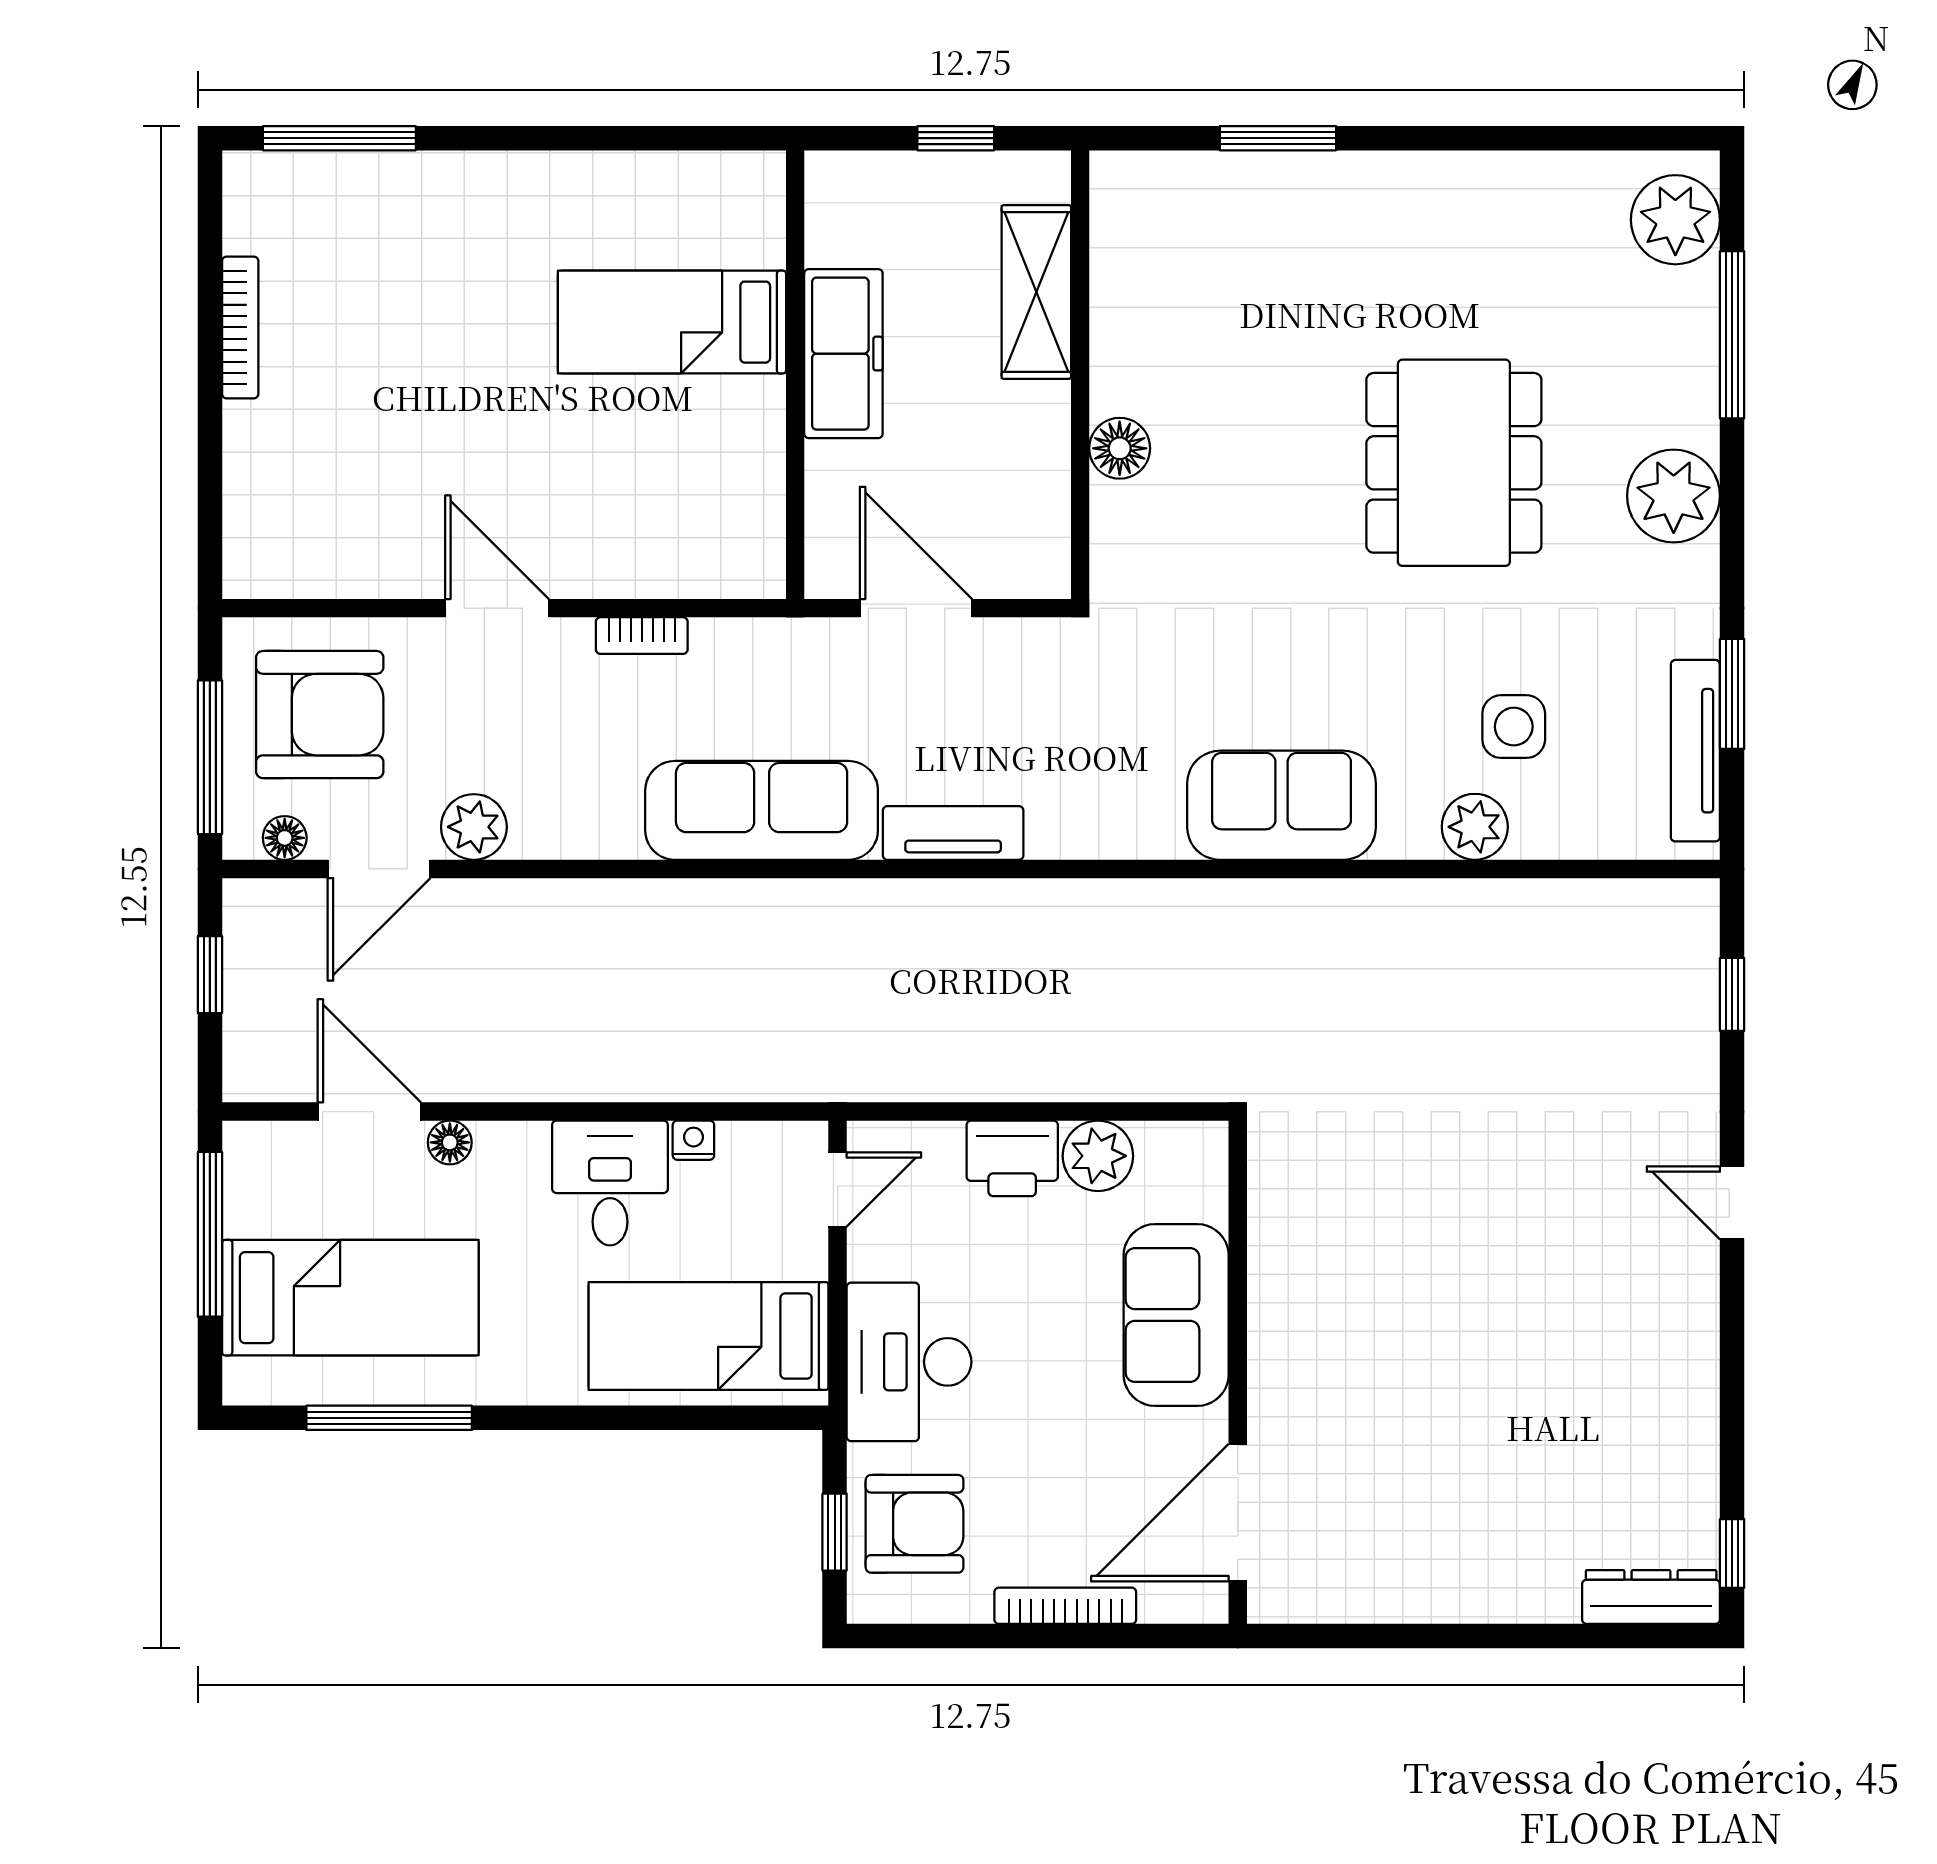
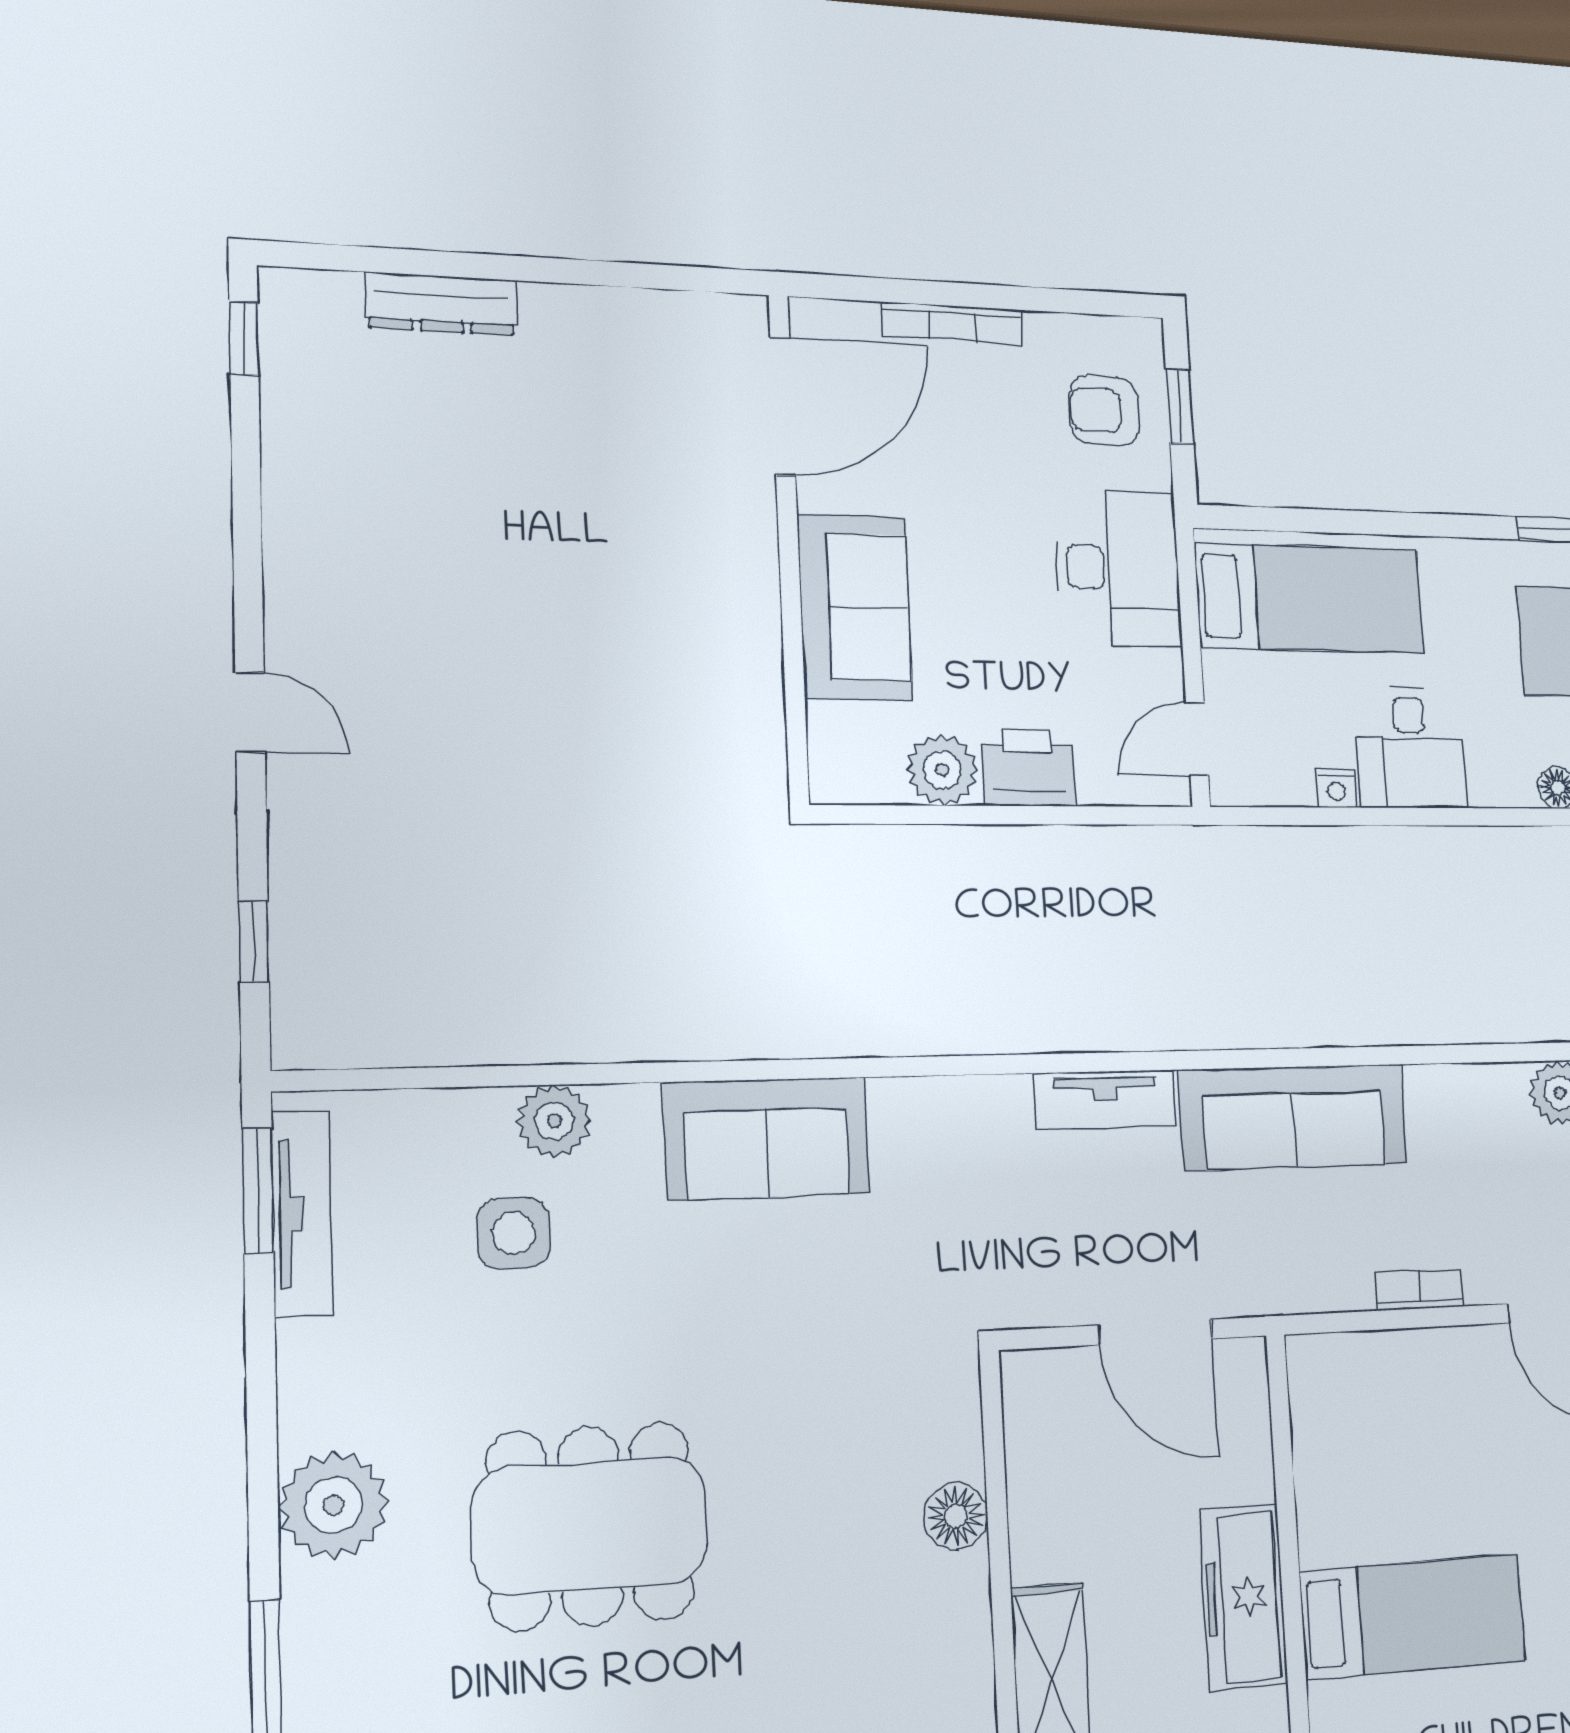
dining table: (1454, 463) -> (590, 1526), turned 90
window: (1732, 694) -> (258, 1190), moved
armchair: (915, 1524) -> (1104, 411), width x0.72, depth x0.72
dresser: (1651, 1597) -> (441, 304), moved

